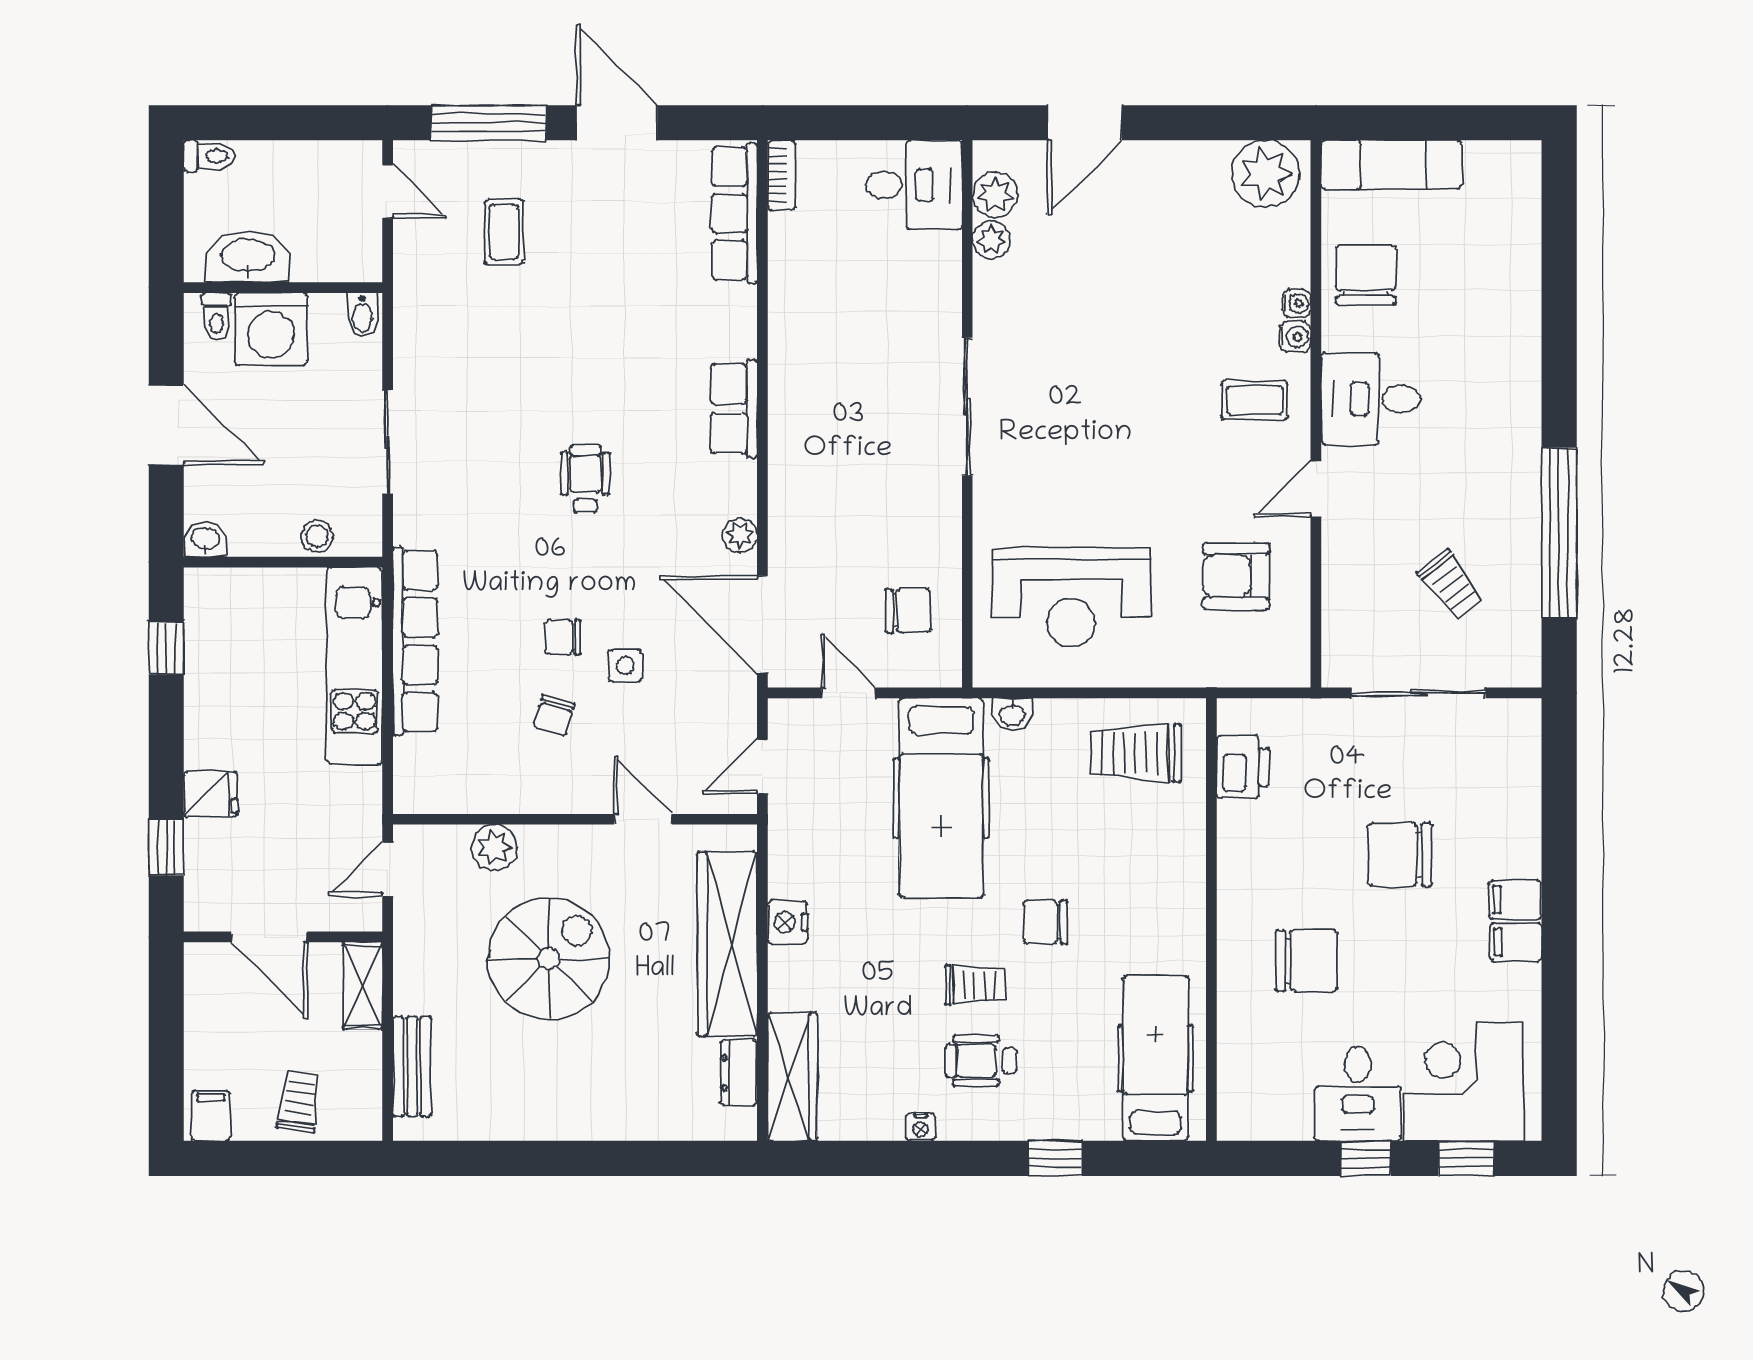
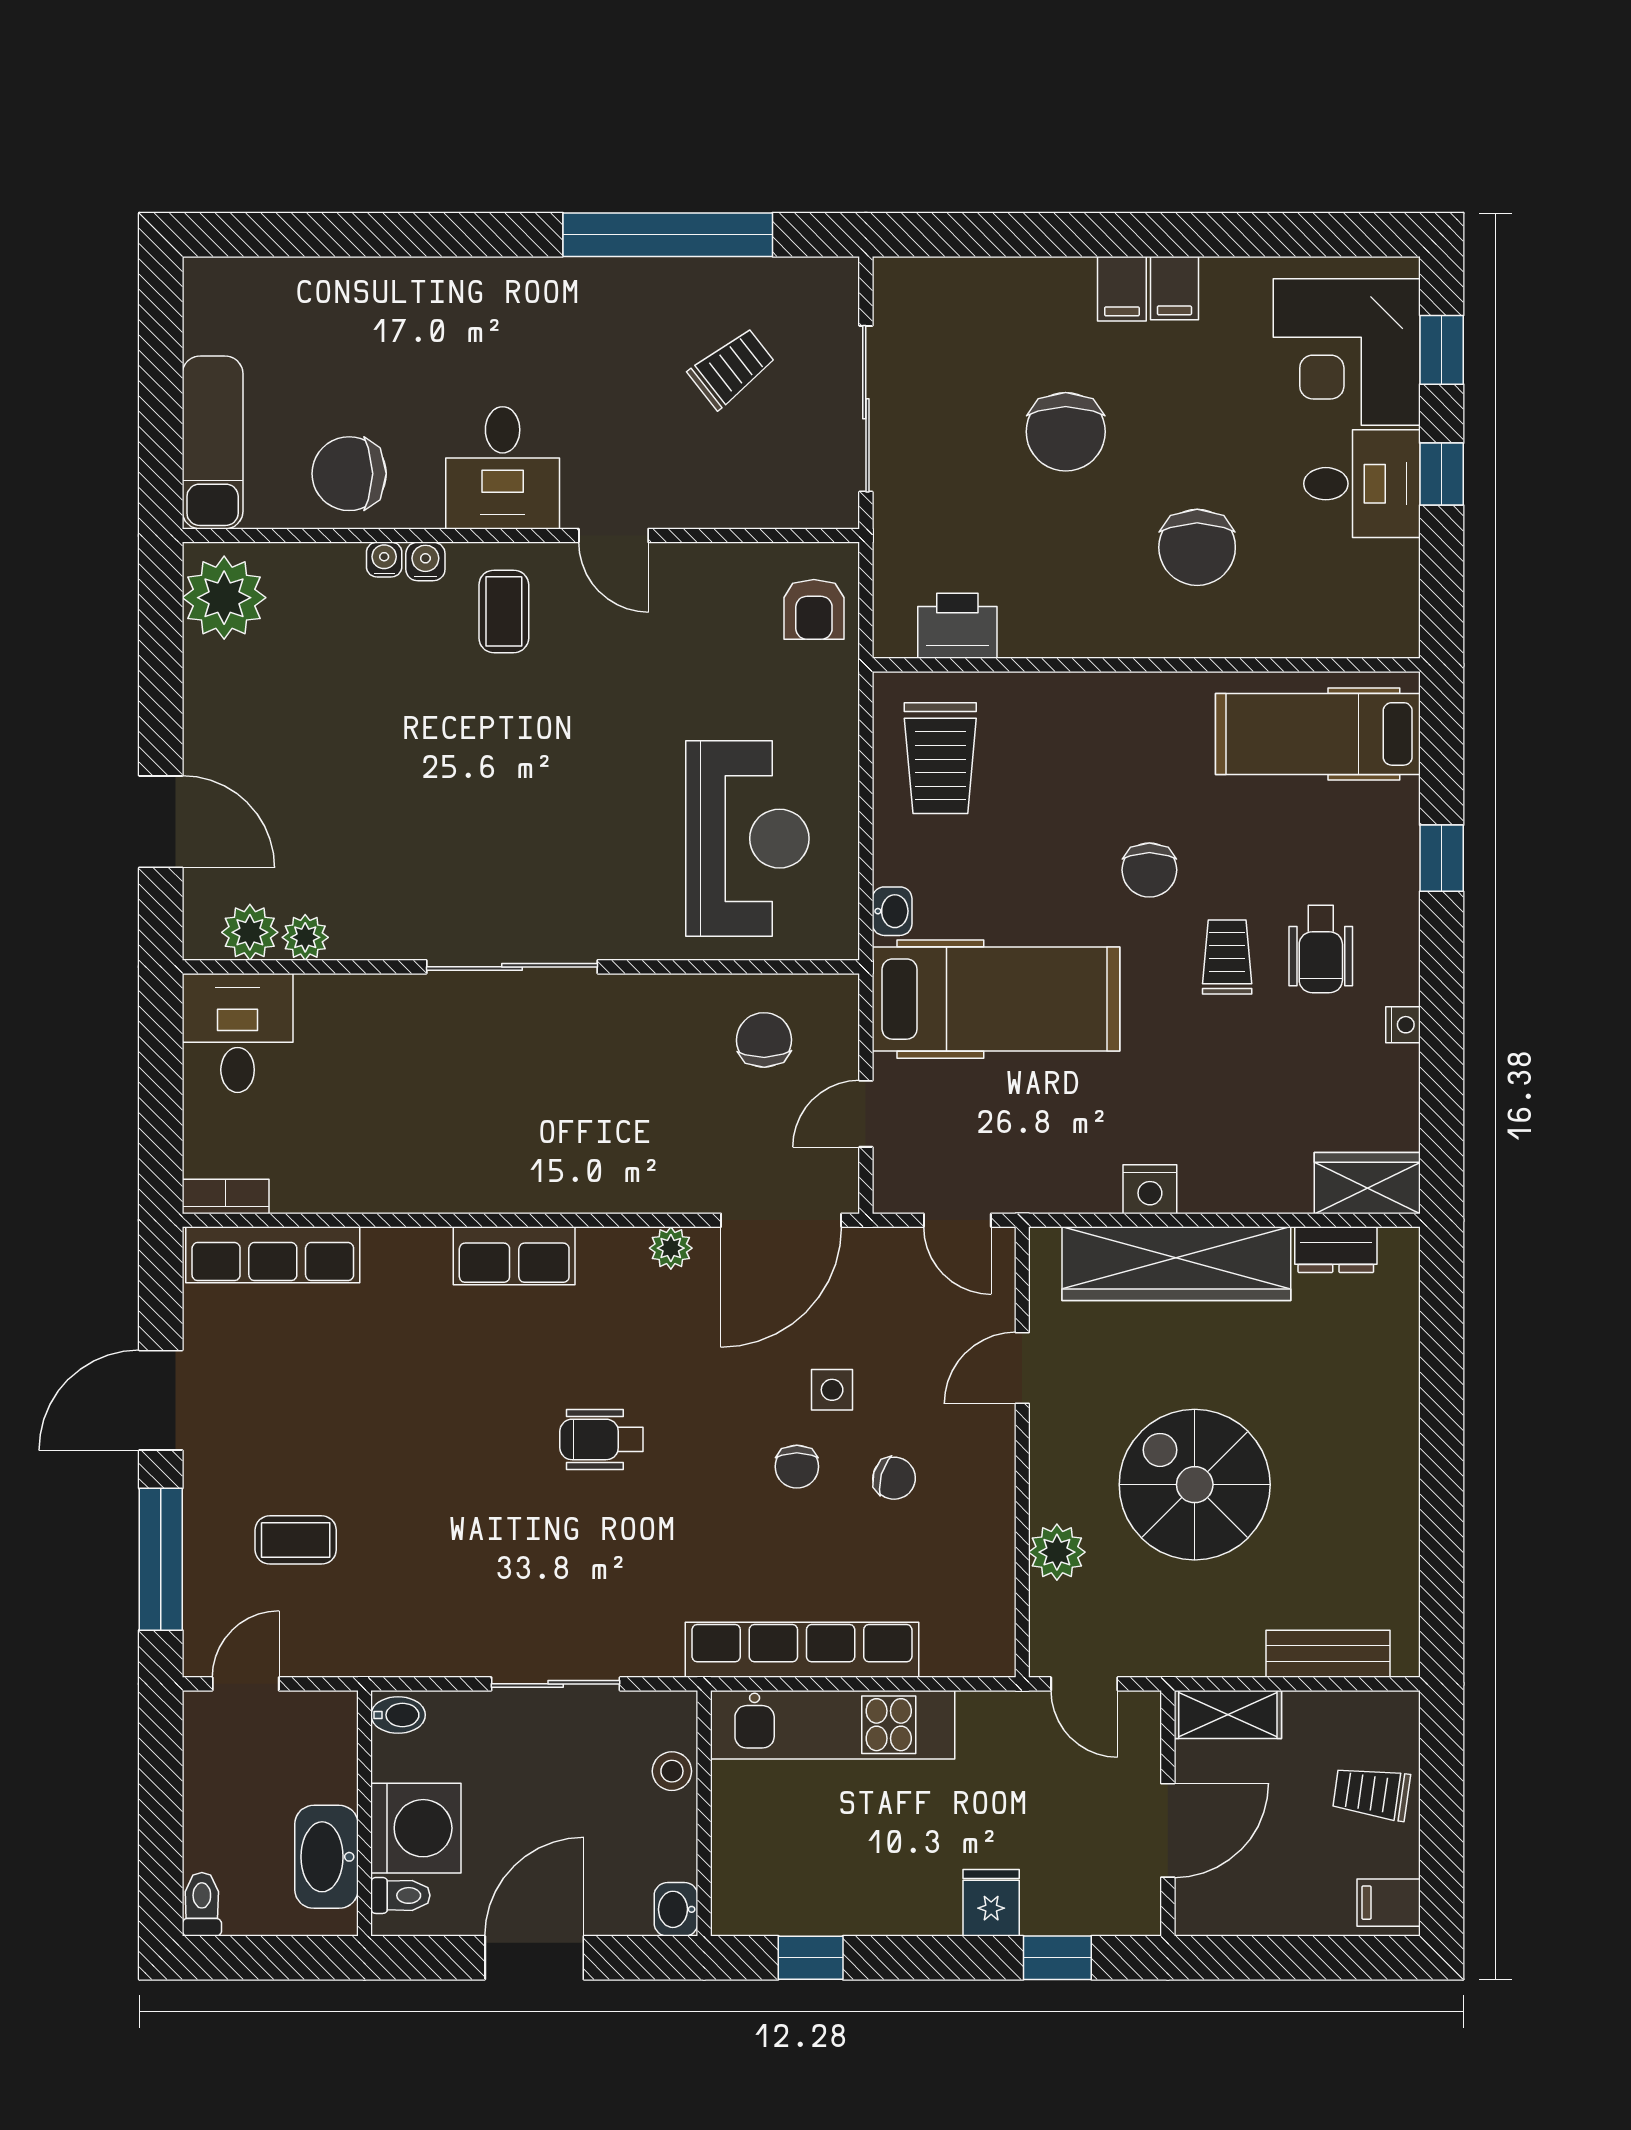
armchair: (1236, 576) -> (814, 609), moved, width x0.72, depth x0.72
chair: (1306, 961) -> (1197, 547), turned 180
wardrobe: (792, 1077) -> (1367, 1183), width x0.67

